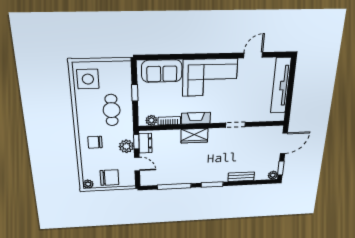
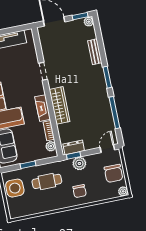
side table: (88, 79) -> (15, 188), moved
wardrobe: (194, 136) -> (60, 105), width x1.50
door: (137, 164) -> (107, 149), moved
chair: (109, 178) -> (114, 173), turned 180

